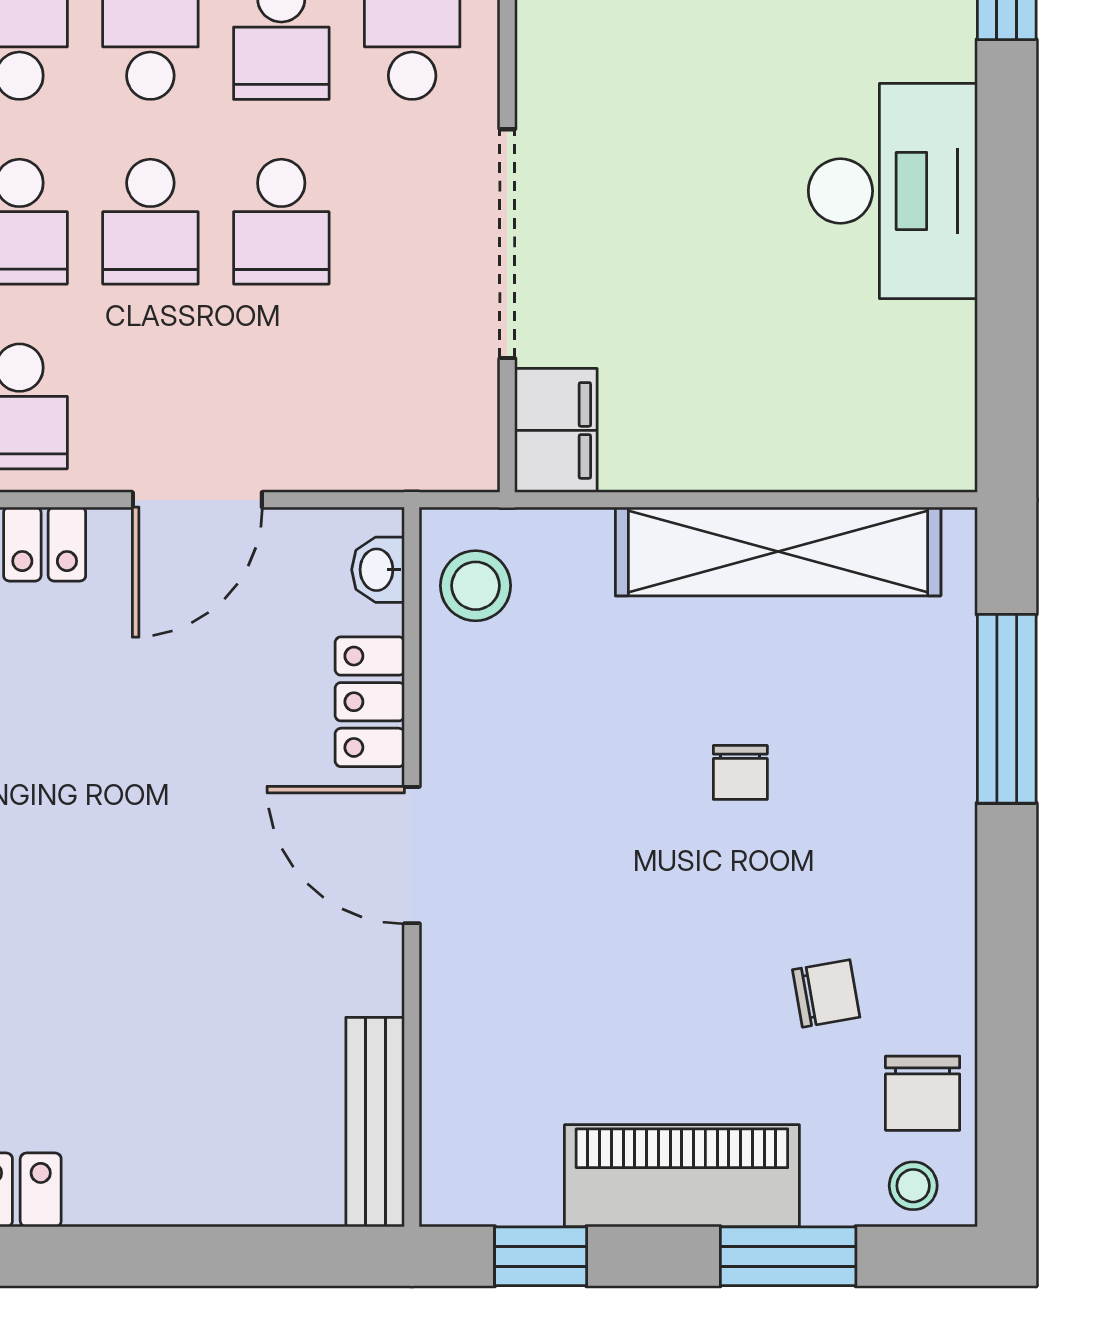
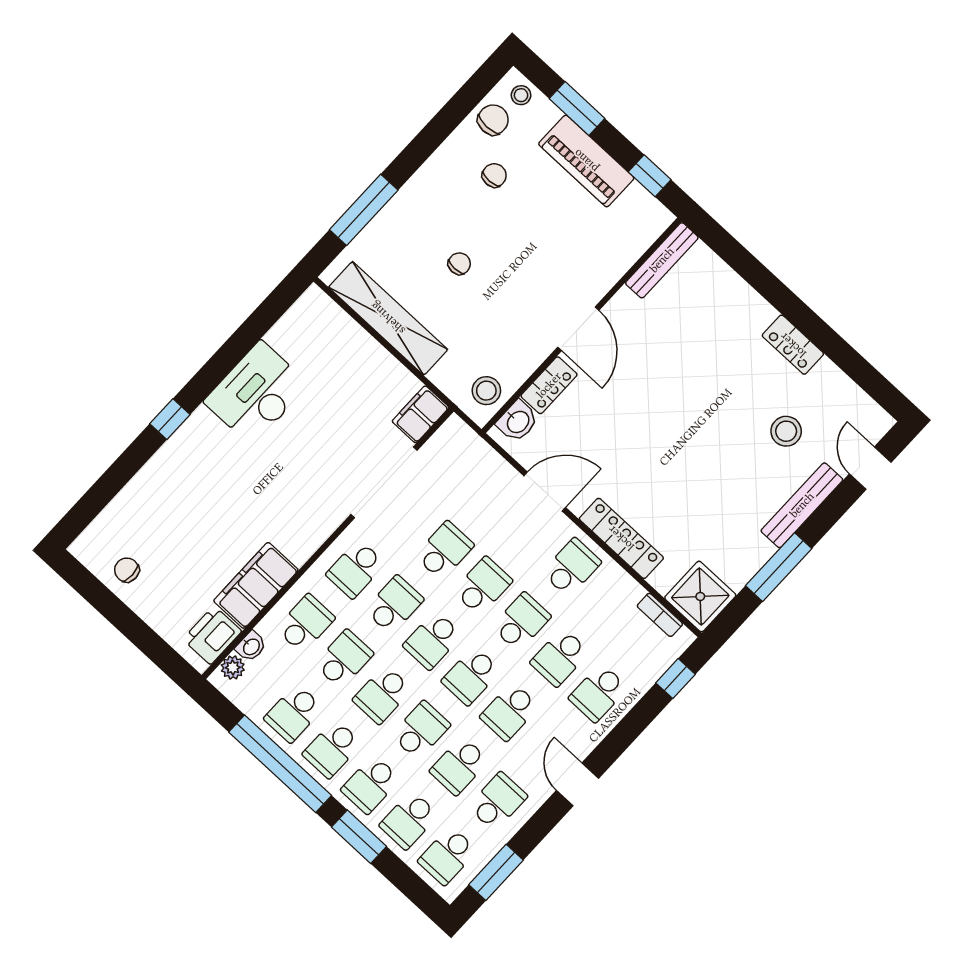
washbasin: (378, 570) -> (517, 421), width x1.38, depth x1.45
chair: (826, 993) -> (494, 175), turned 98

